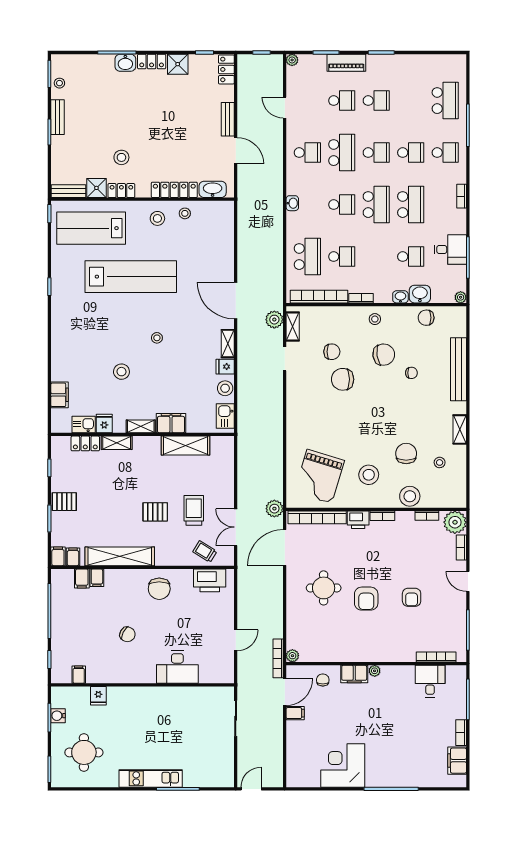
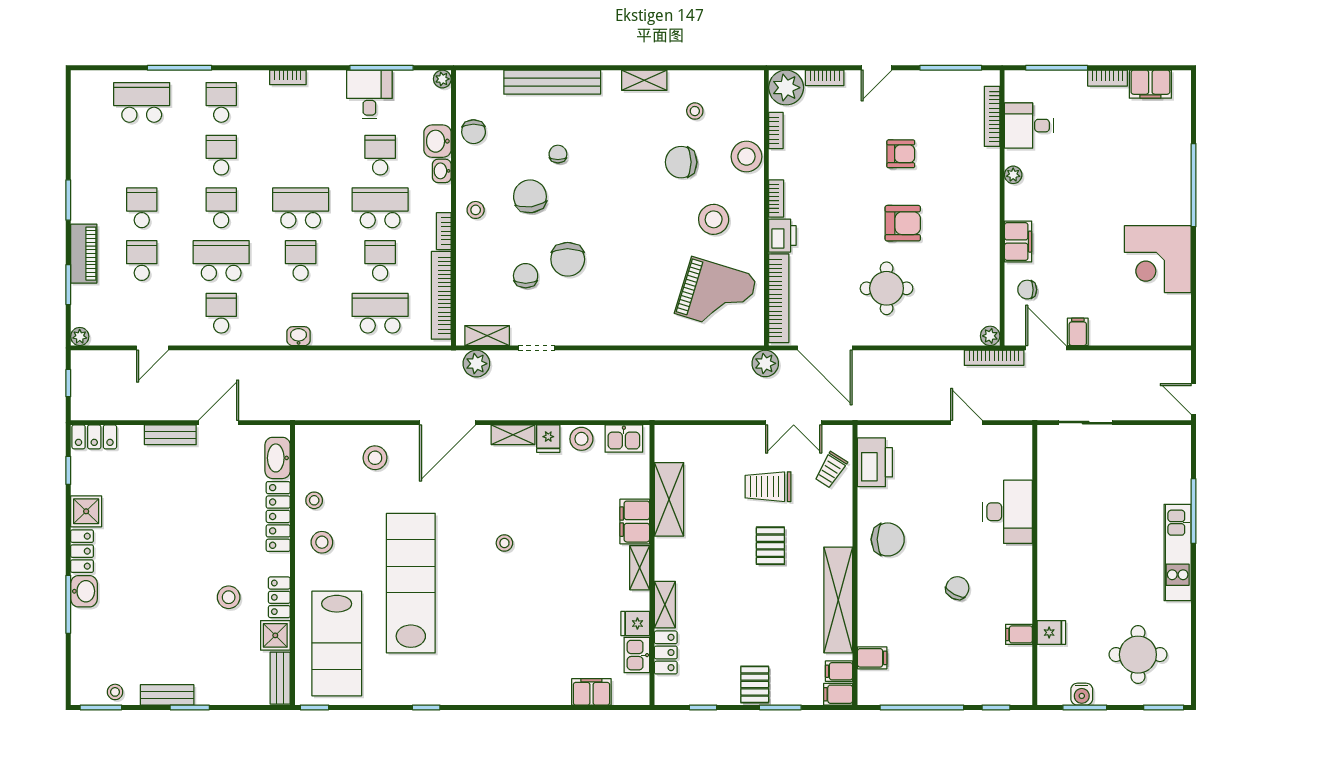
school desk: (411, 205) -> (380, 208), moved
stool: (121, 372) -> (375, 458), moved
filing cabinet: (97, 578) -> (871, 635), removed
plant: (375, 671) -> (1013, 175), moved
filing cabinet: (79, 675) -> (1019, 634), moved

